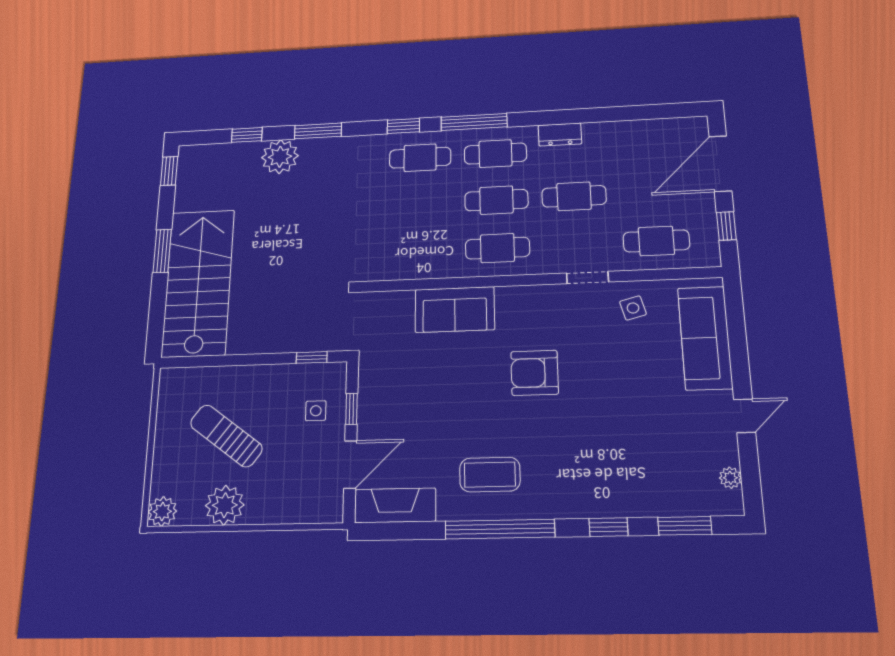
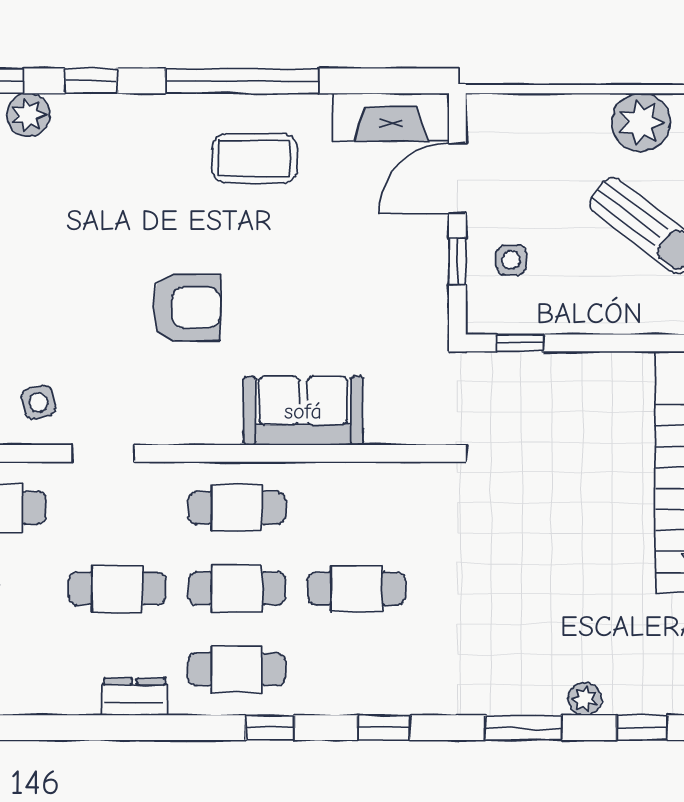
window: (474, 122) -> (270, 728), width x0.46
plant: (280, 157) -> (585, 699), width x0.53, depth x0.53
cafe table: (420, 158) -> (357, 588), moved
plant: (653, 502) -> (28, 115), added

